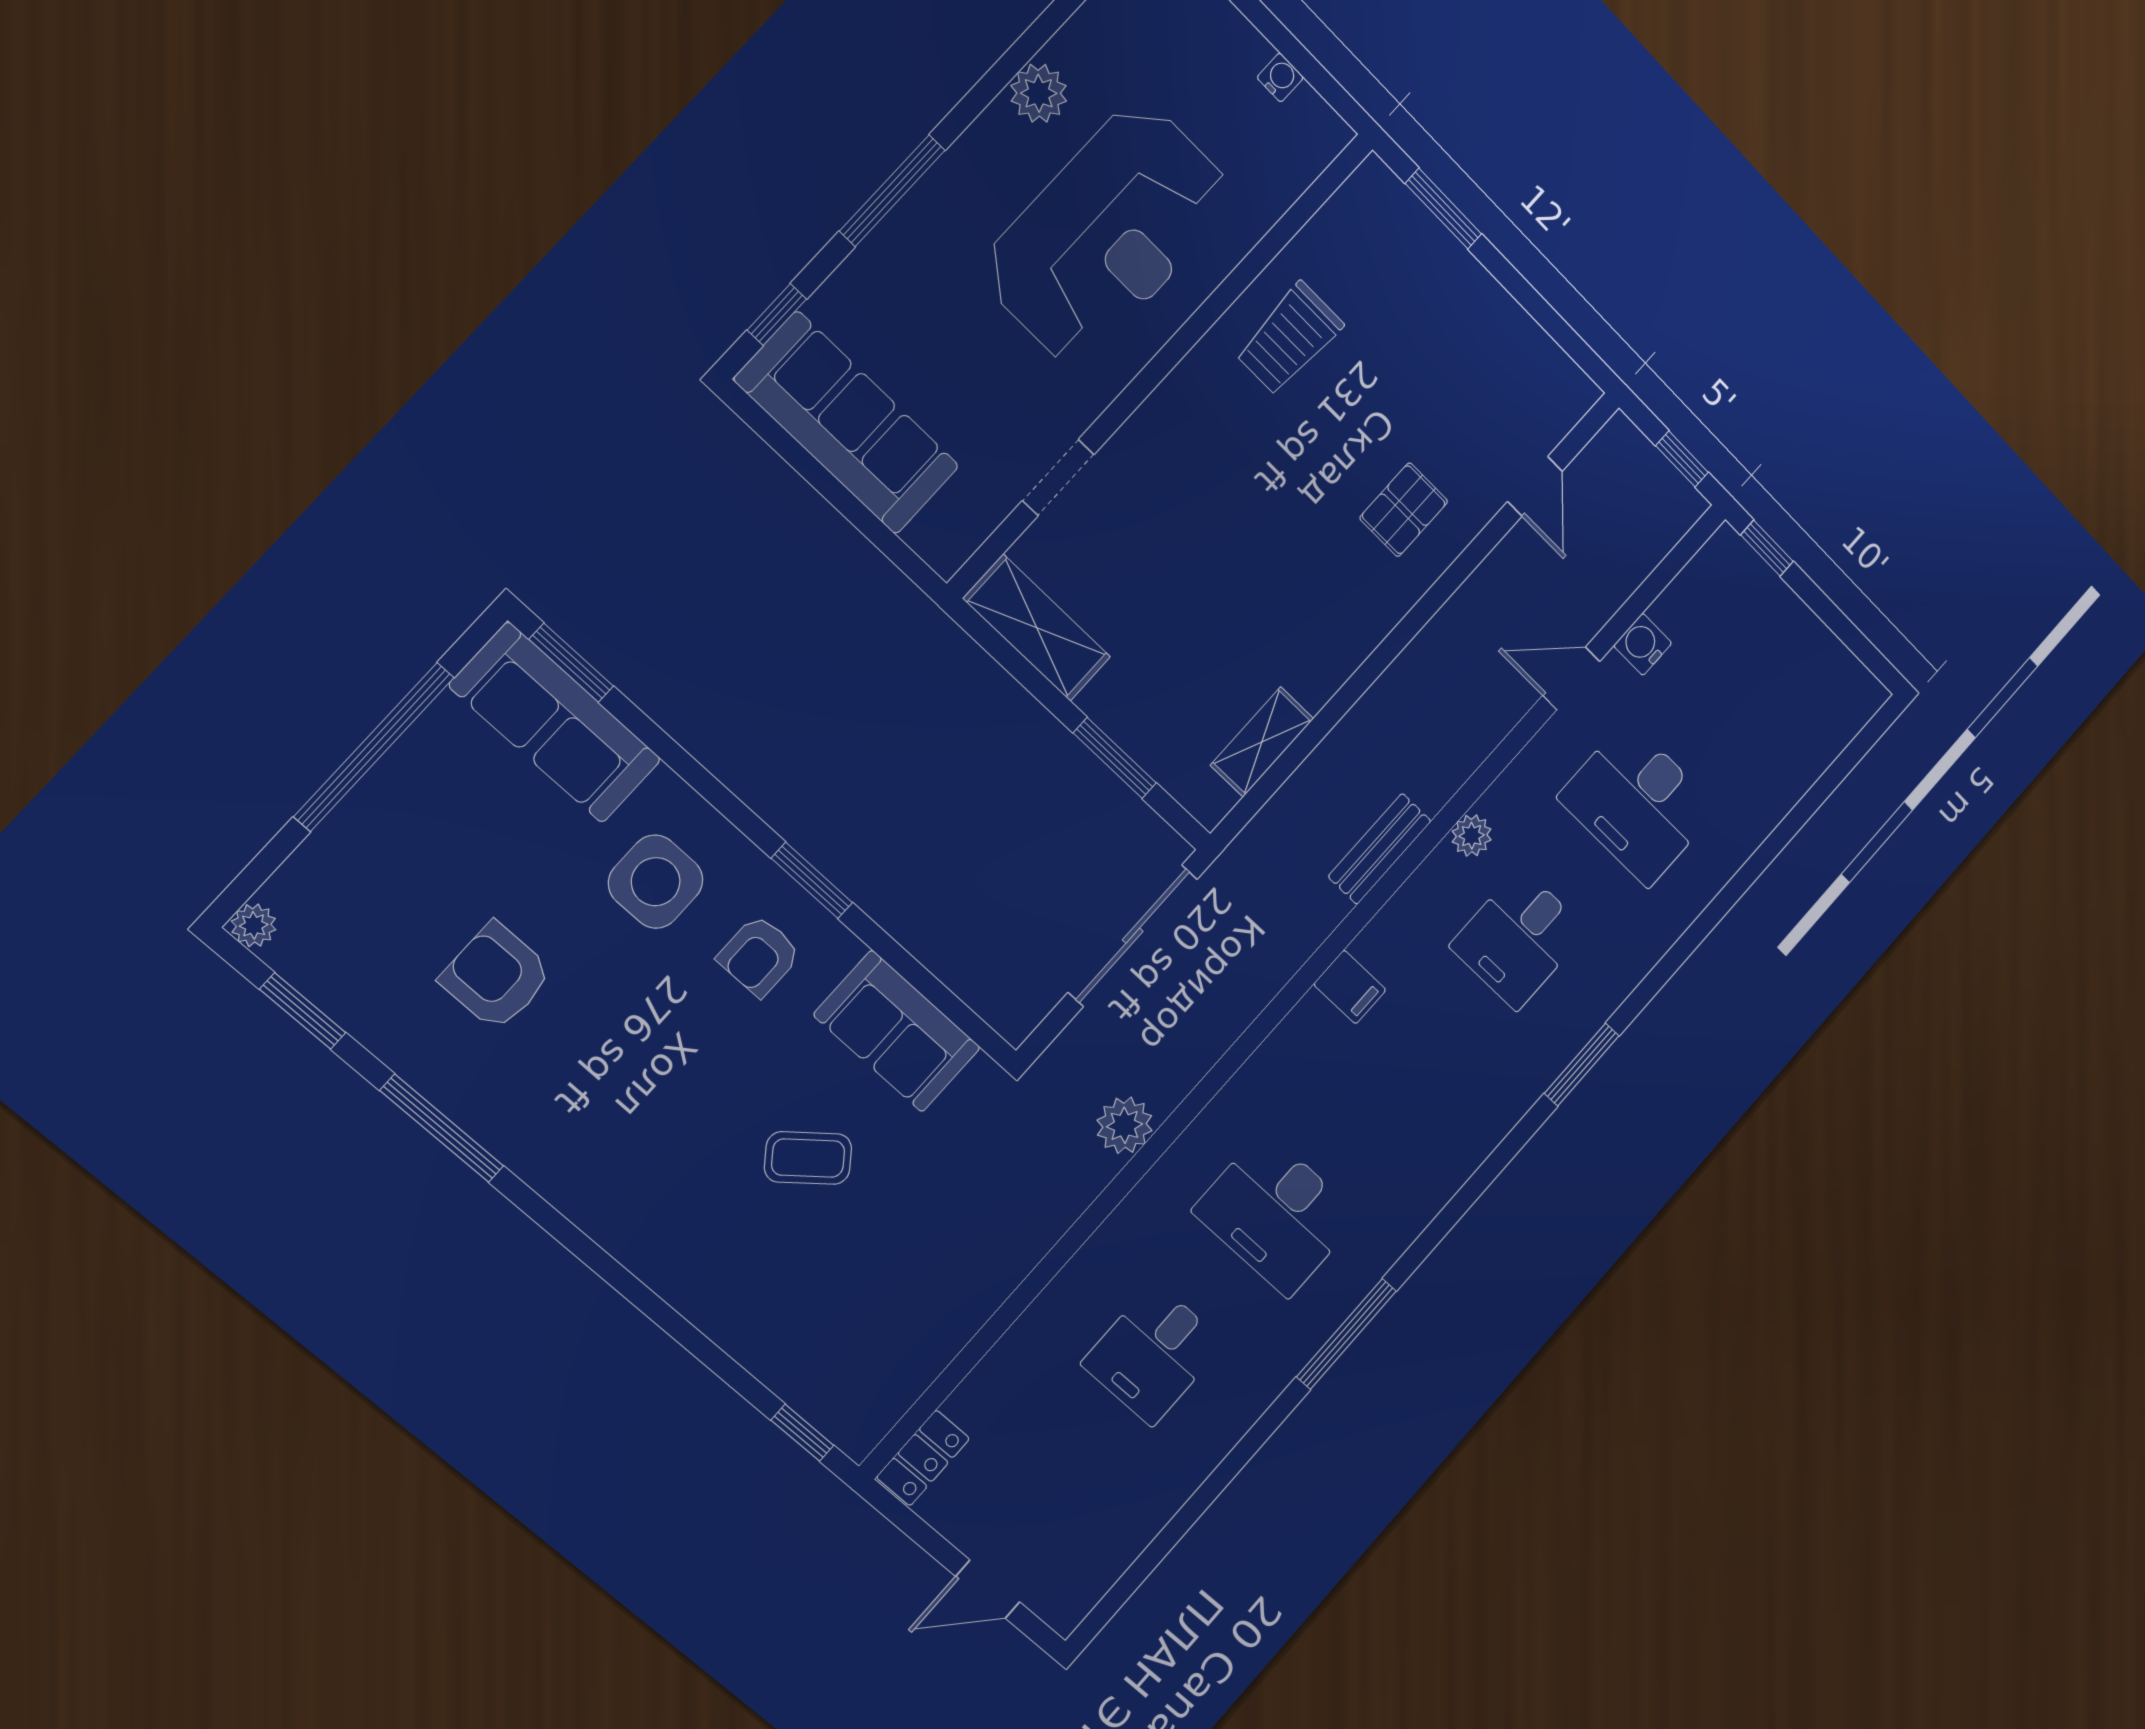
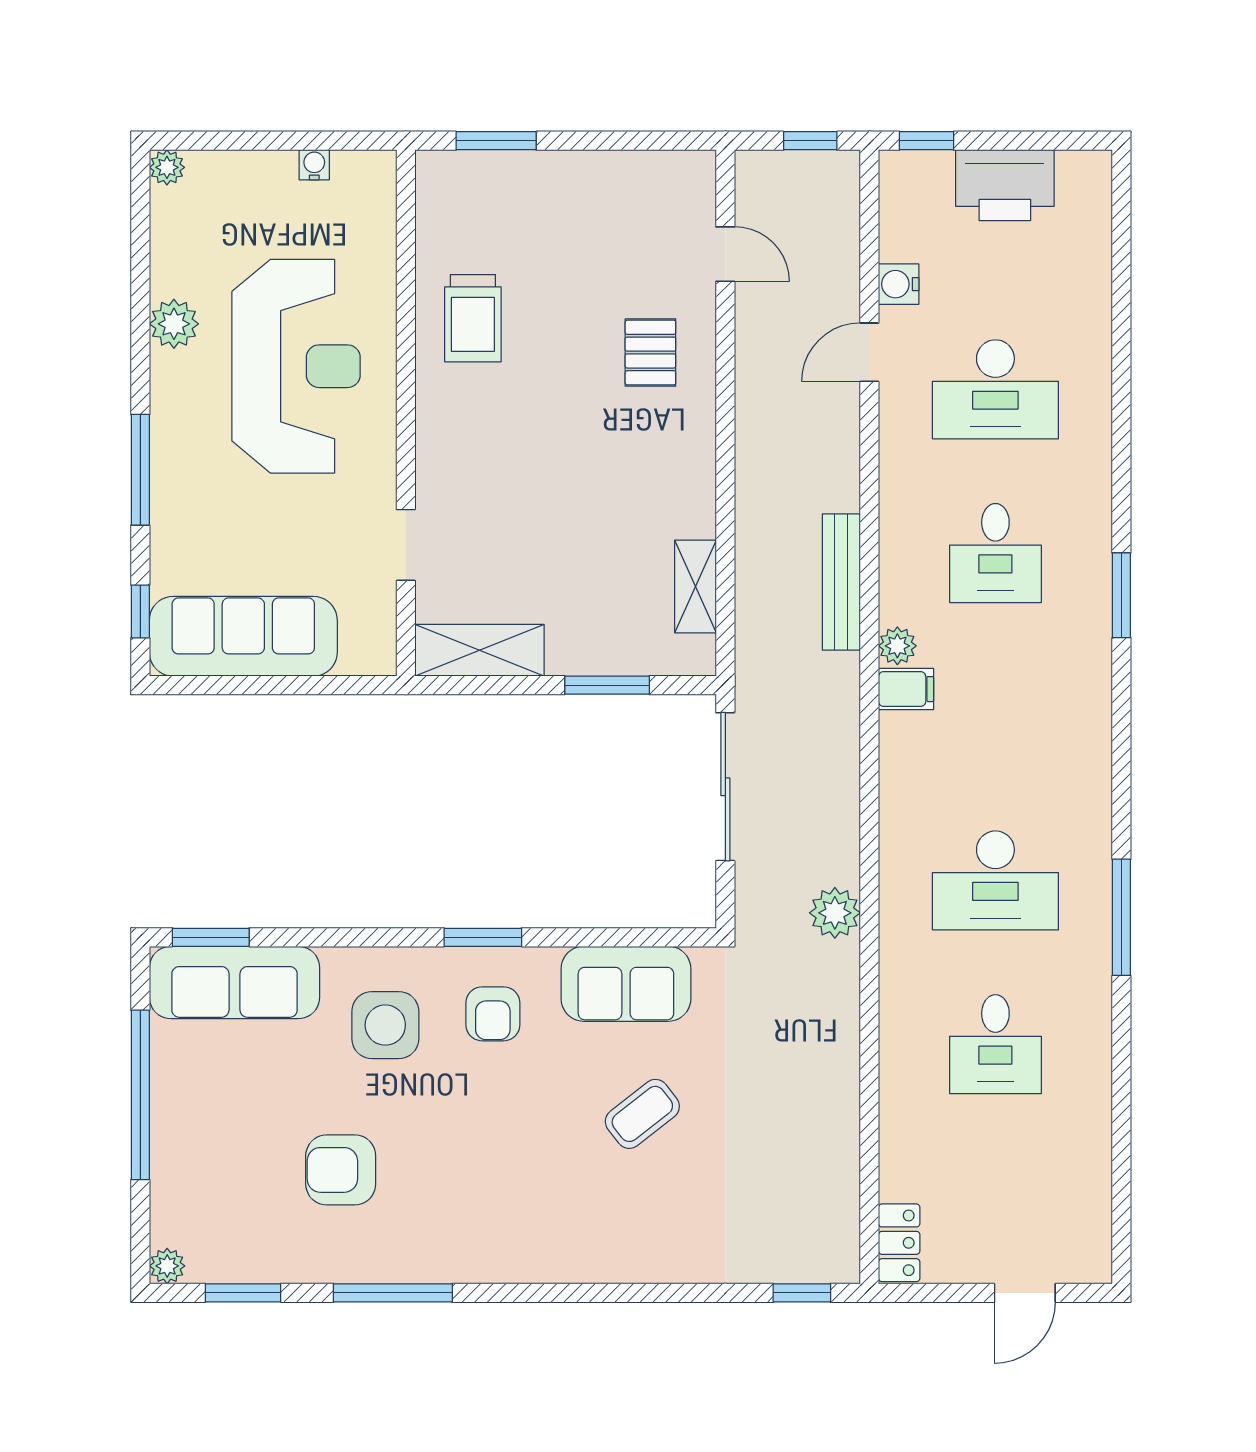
printer: (1792, 643) -> (1005, 185), added
plant: (1472, 836) -> (897, 646), moved
bench: (1380, 849) -> (841, 582), width x1.36

